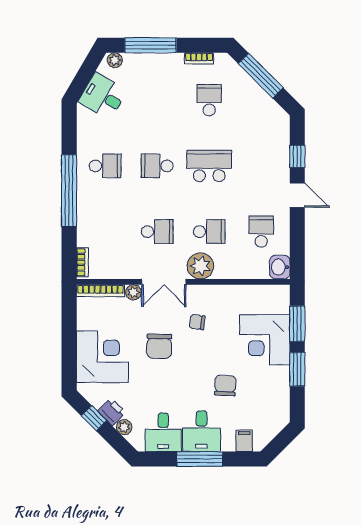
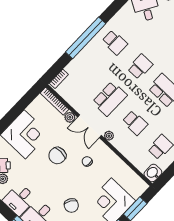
school desk: (157, 166) -> (140, 67), turned 90
school desk: (157, 232) -> (110, 99), width x1.85
plant: (200, 266) -> (109, 136), width x0.53, depth x0.53
chair: (225, 386) -> (71, 205), turned 119

